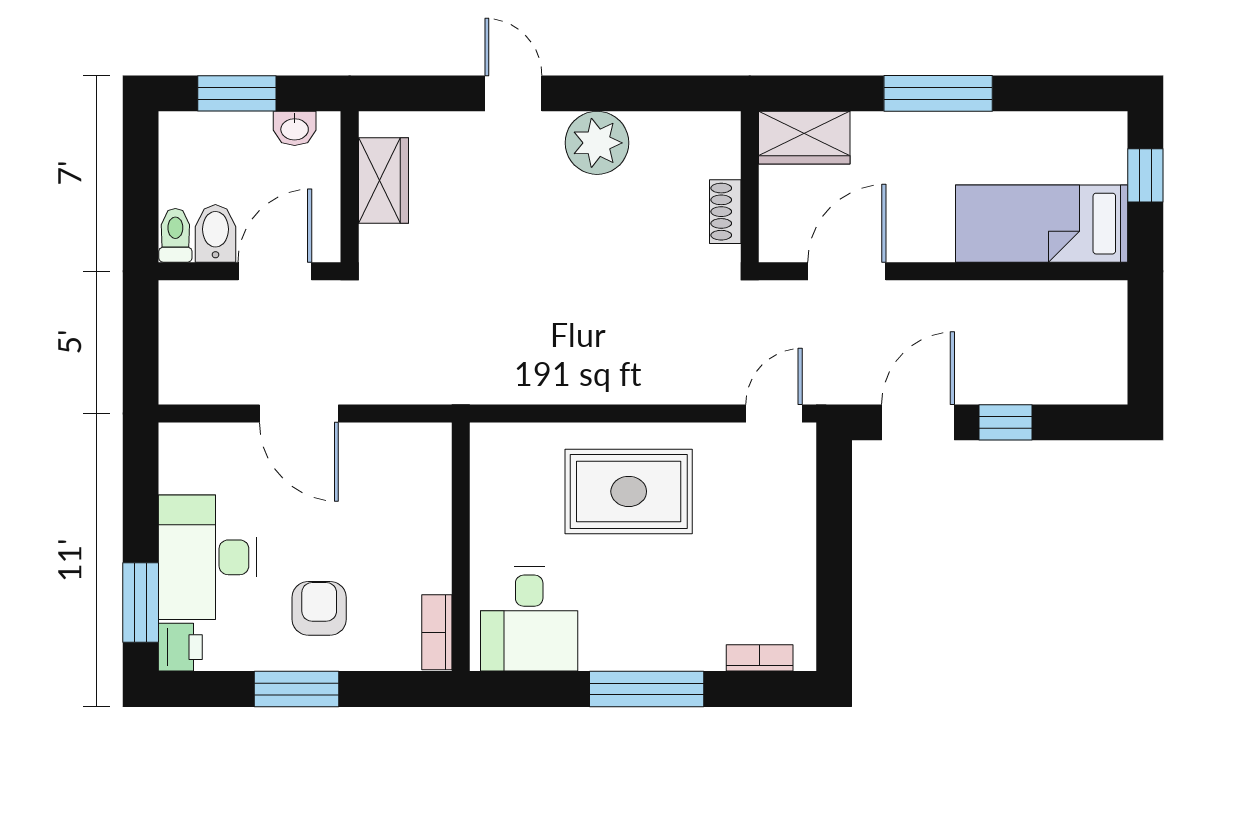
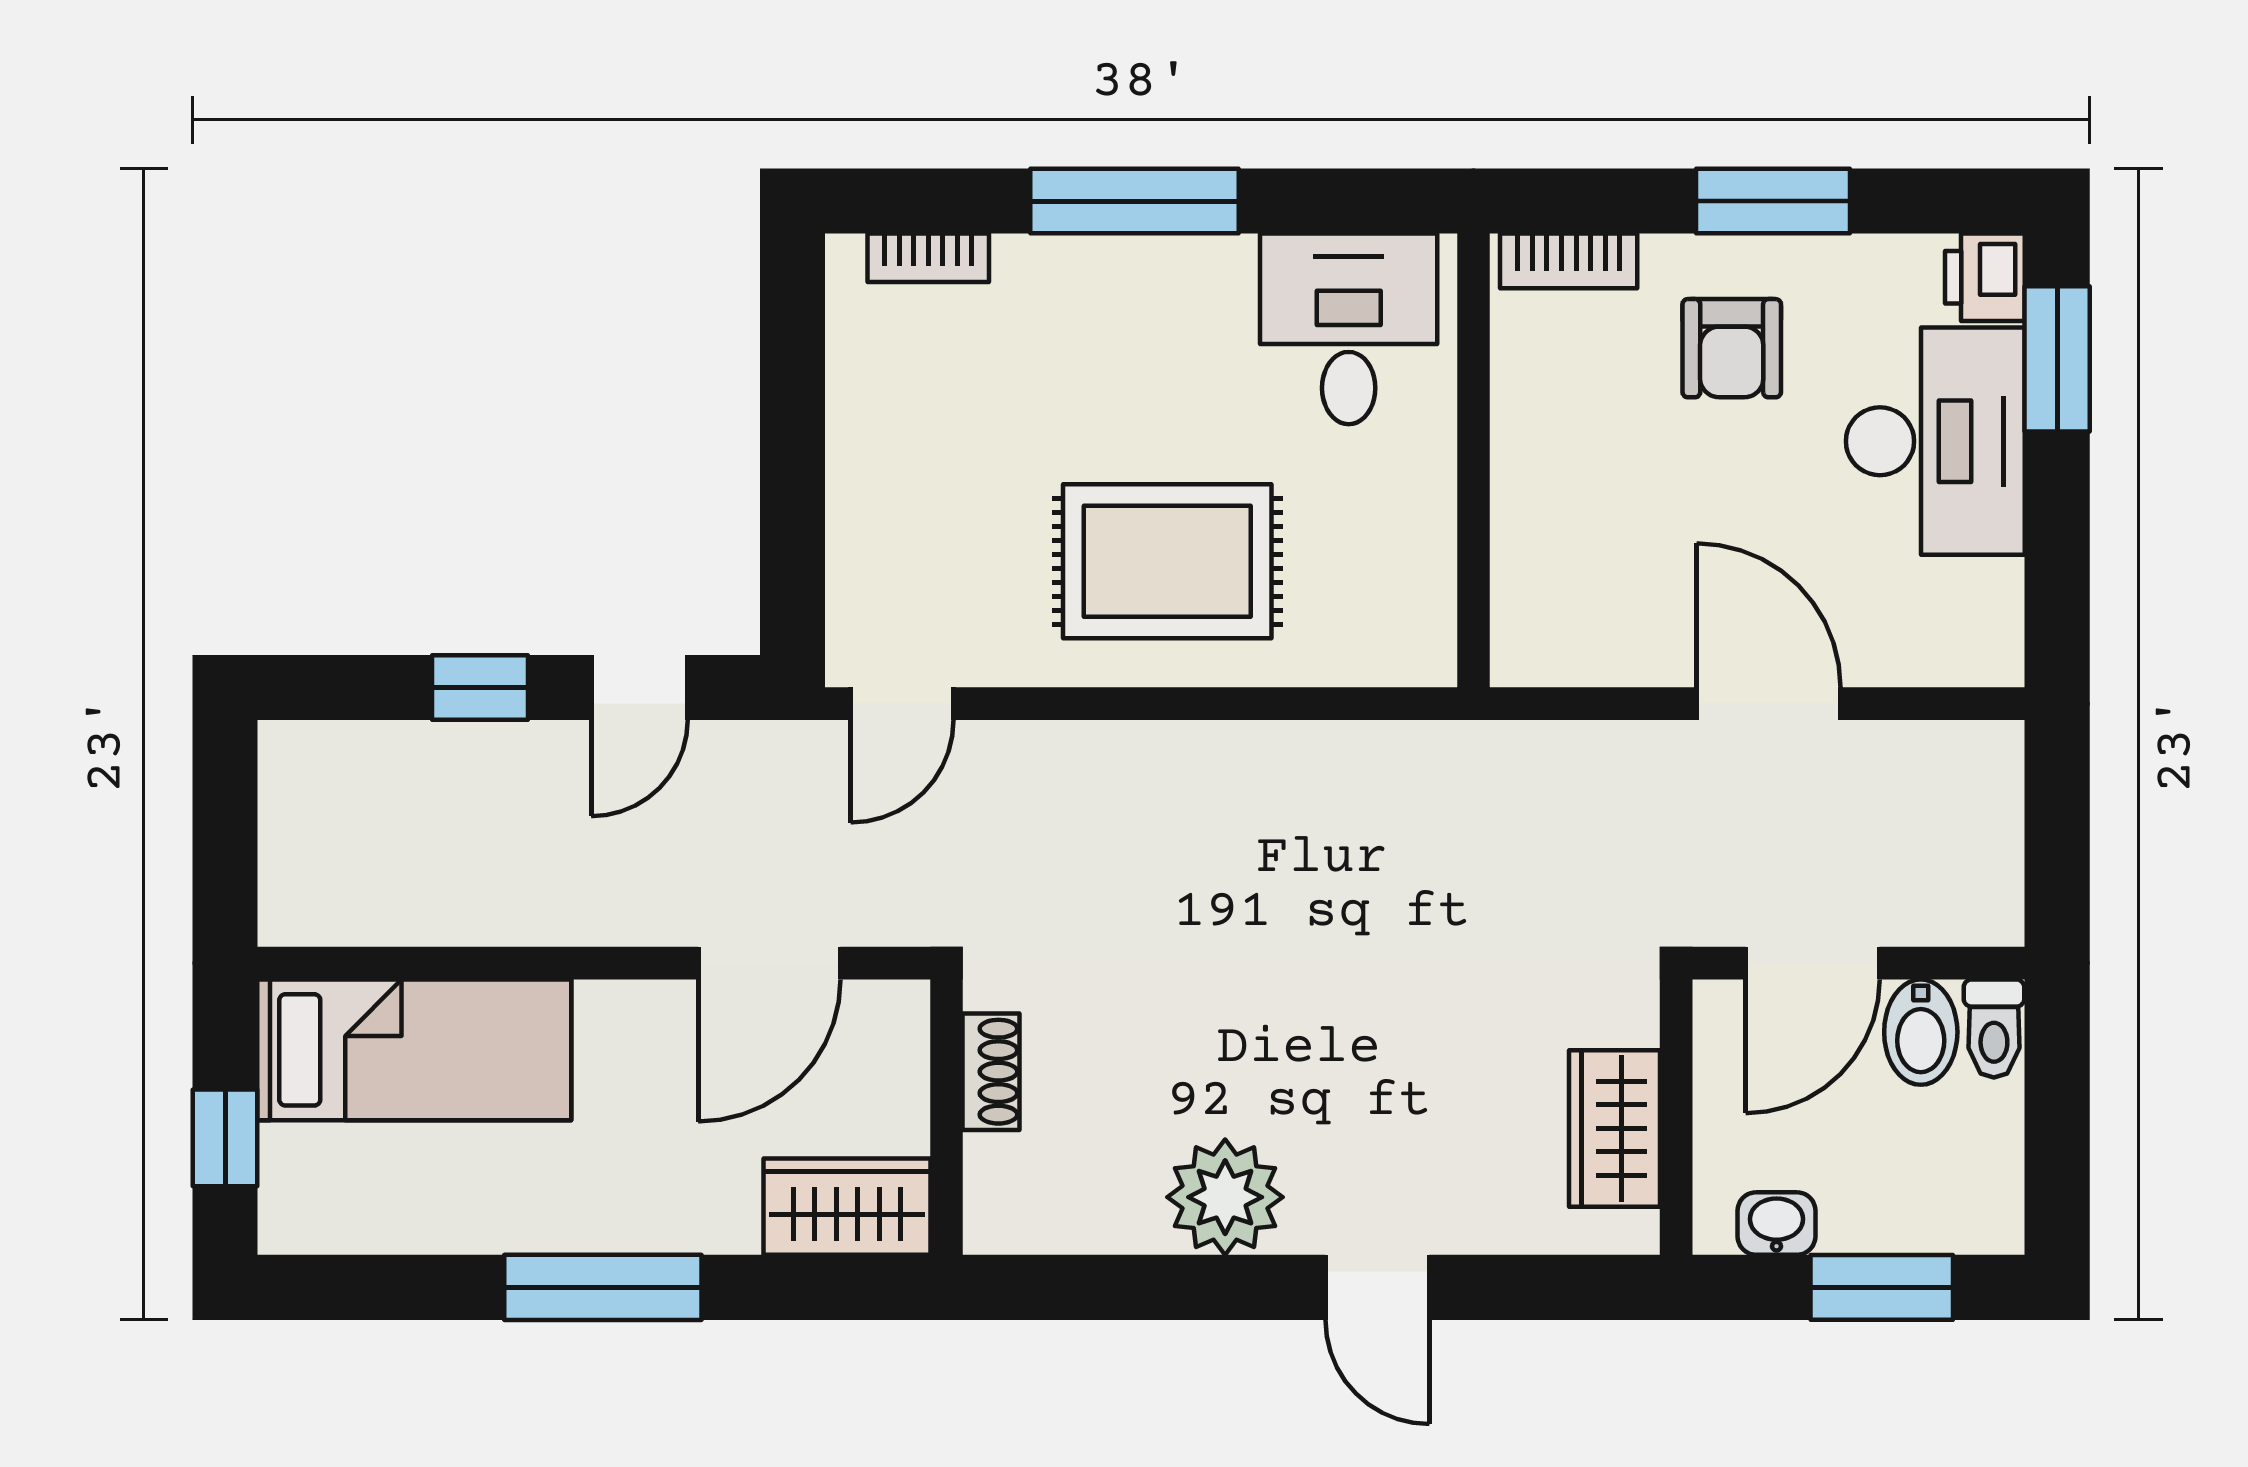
door: (918, 422) -> (639, 687), width x0.73
bookcase: (437, 632) -> (1569, 261), moved, turned 90

